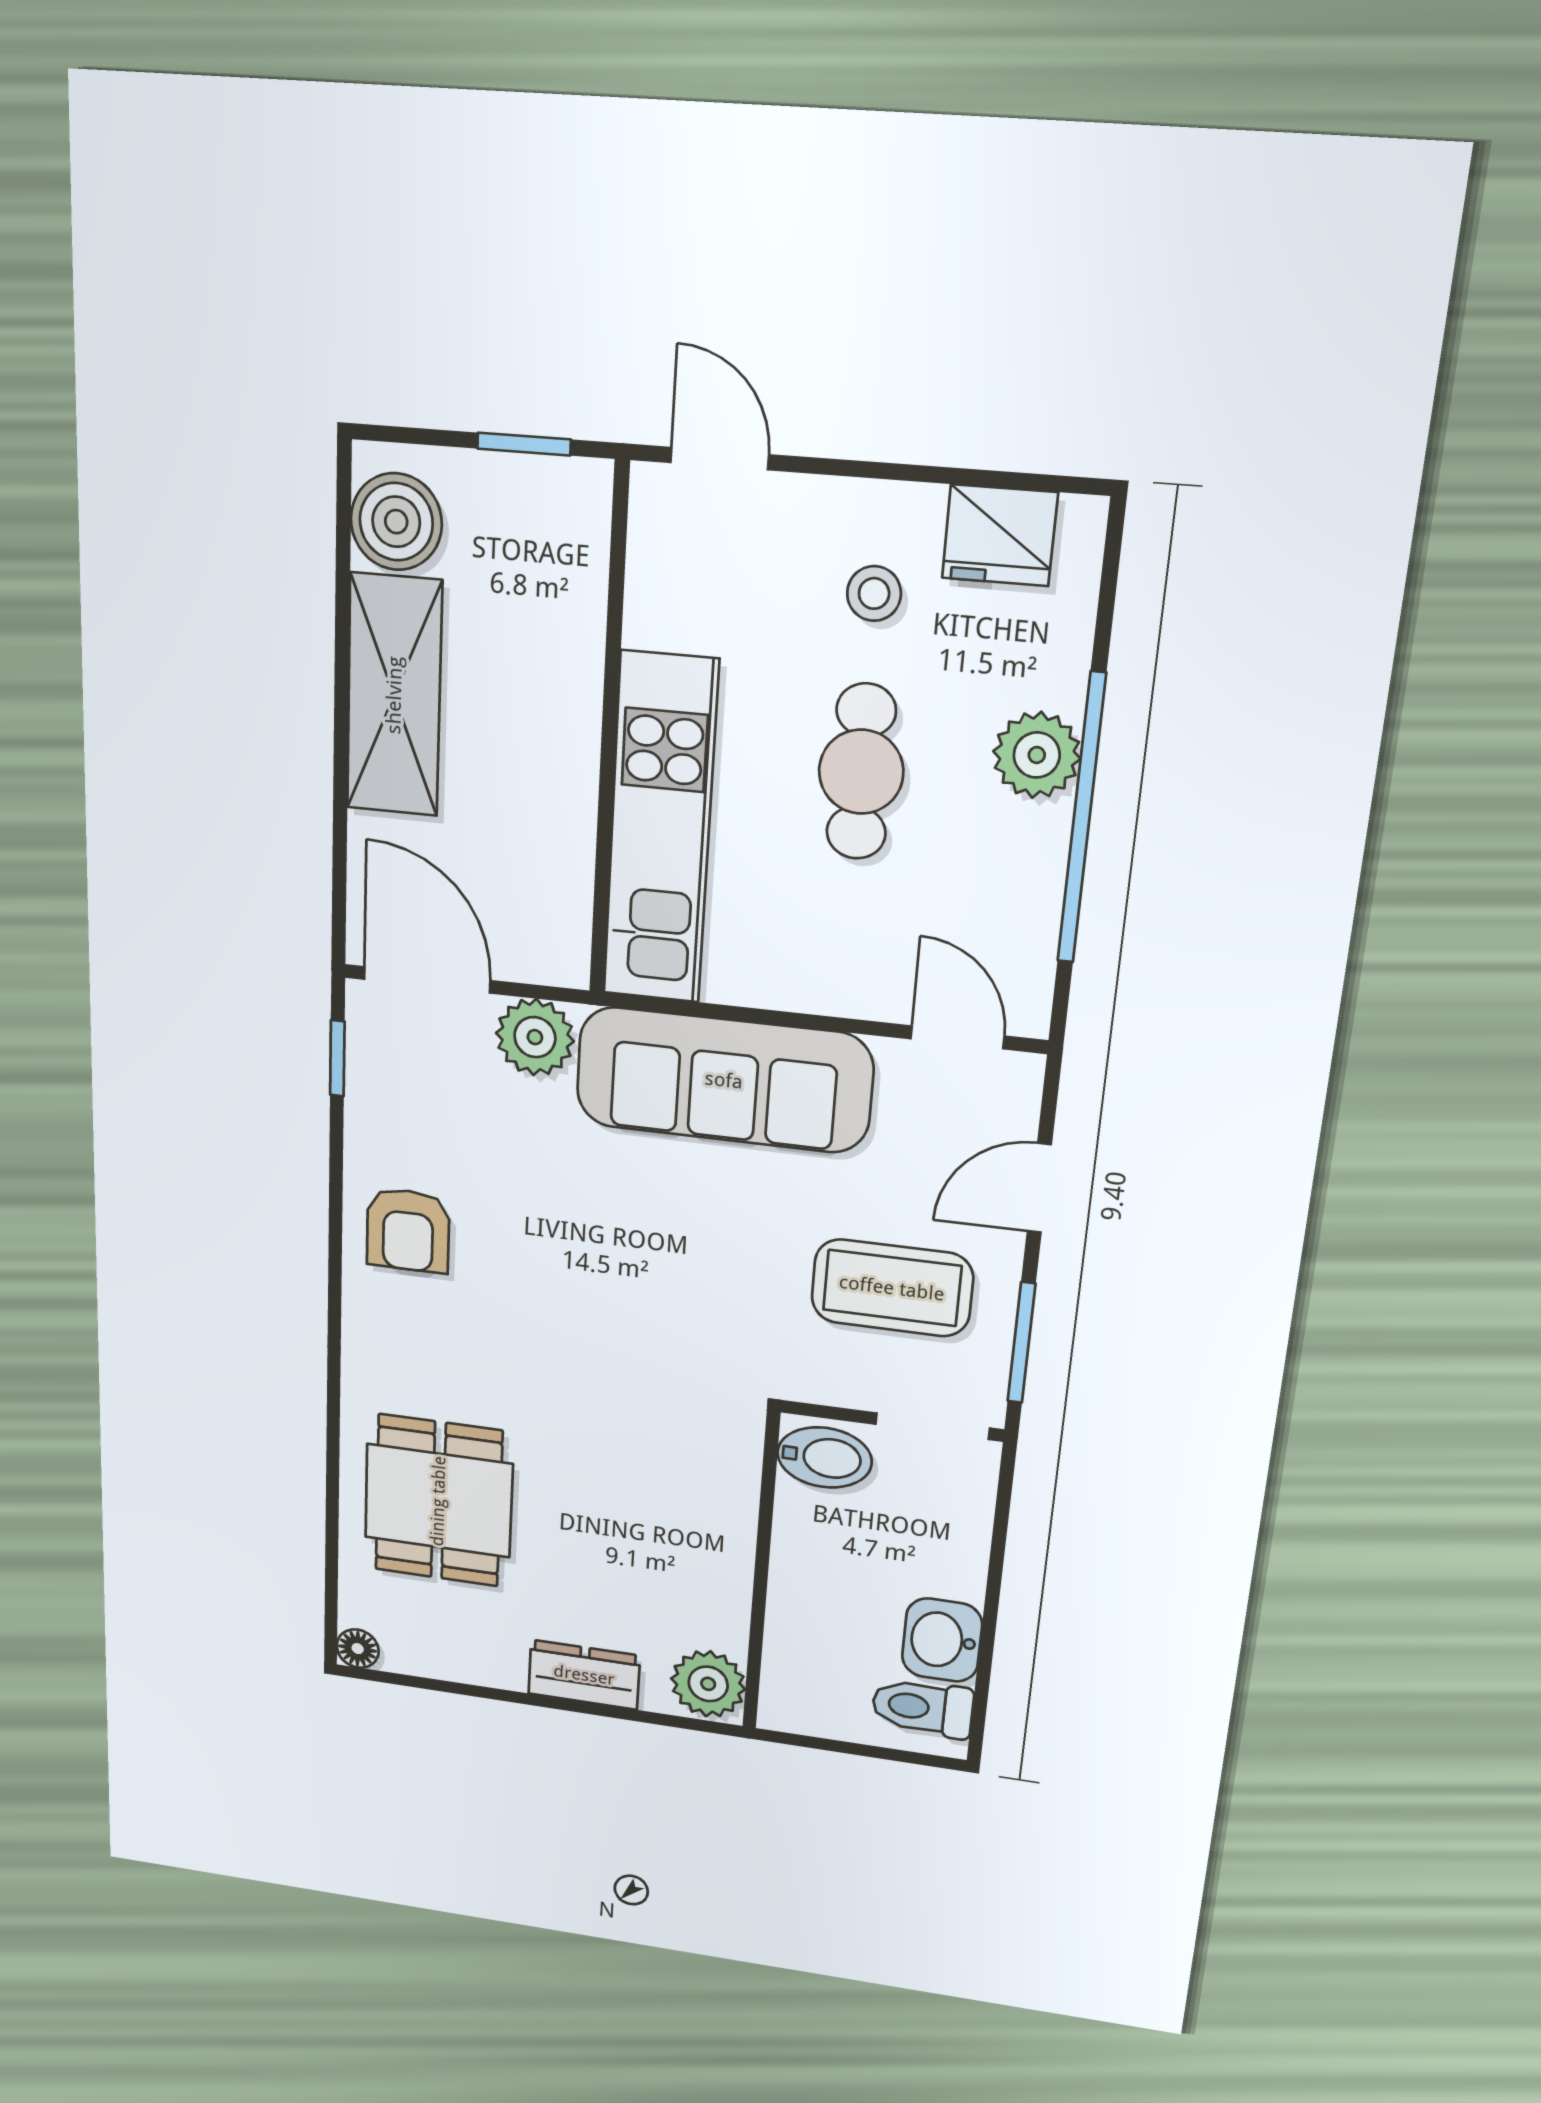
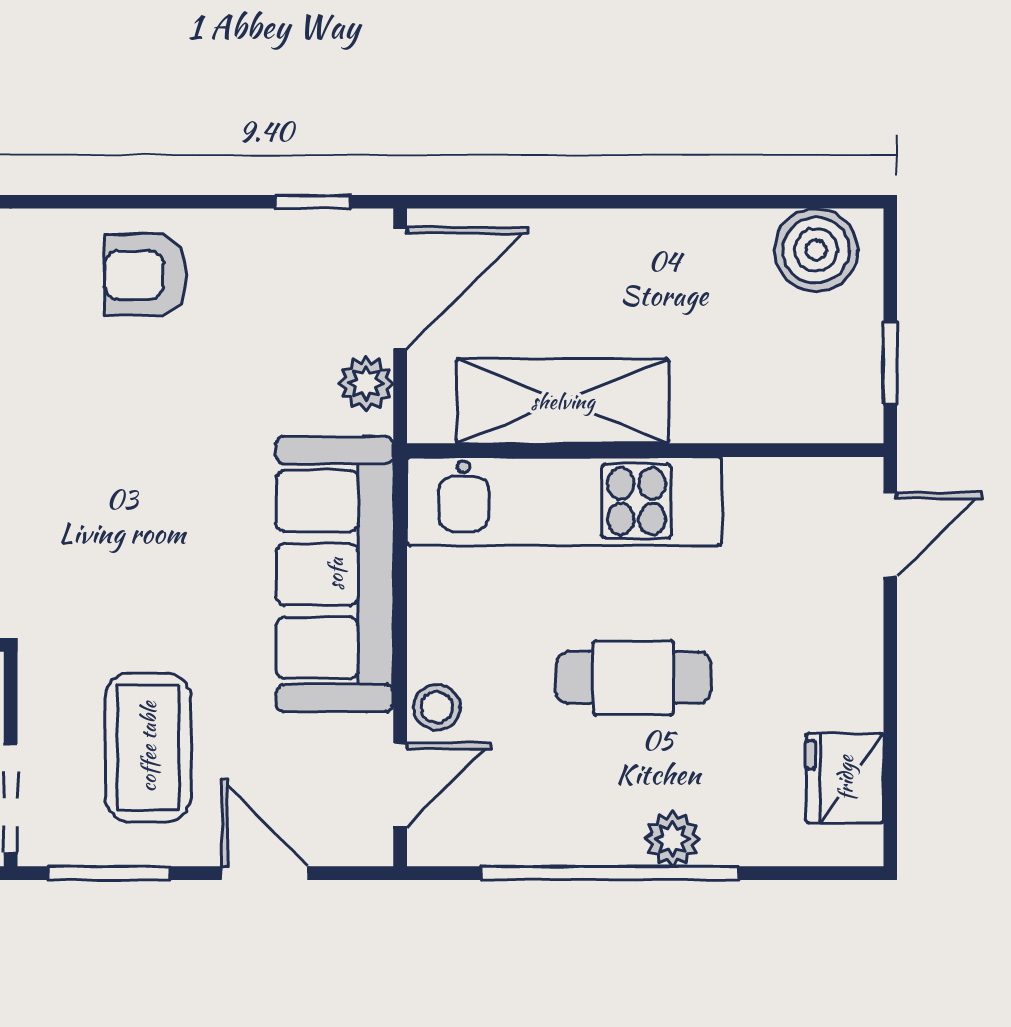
stool: (874, 593) -> (437, 707), moved
shelving: (394, 695) -> (563, 401), moved
plant: (1037, 755) -> (672, 839), width x0.73, depth x0.73
plant: (535, 1037) -> (366, 383), width x0.73, depth x0.73

